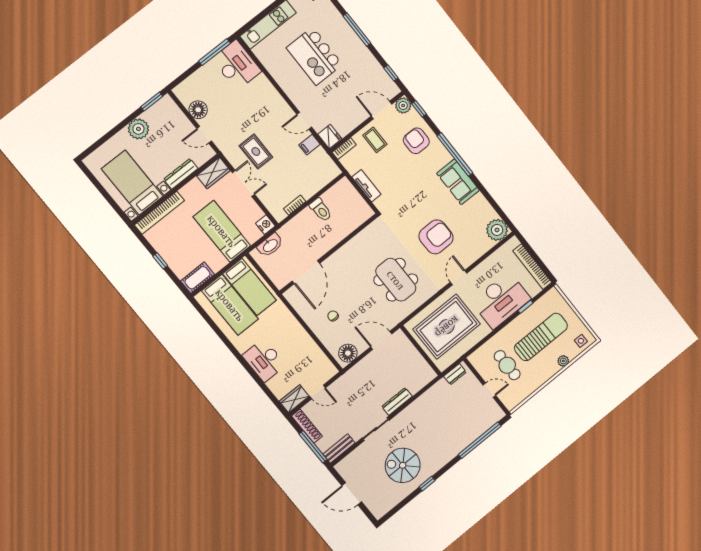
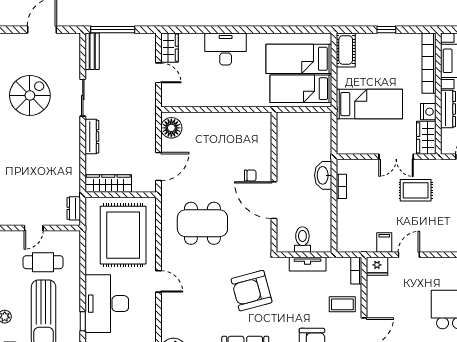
toilet: (321, 210) -> (302, 240), moved, turned 90
nightstand: (265, 225) -> (428, 112), moved, turned -90
armchair: (436, 237) -> (252, 291), moved, turned 75
washbasin: (270, 245) -> (323, 175), moved
door: (306, 272) -> (274, 200), moved
chair: (333, 316) -> (250, 176), moved
wardrobe: (420, 365) -> (108, 183), added
door: (317, 392) -> (159, 73), swing flipped
shoe rack: (307, 426) -> (136, 39), removed

